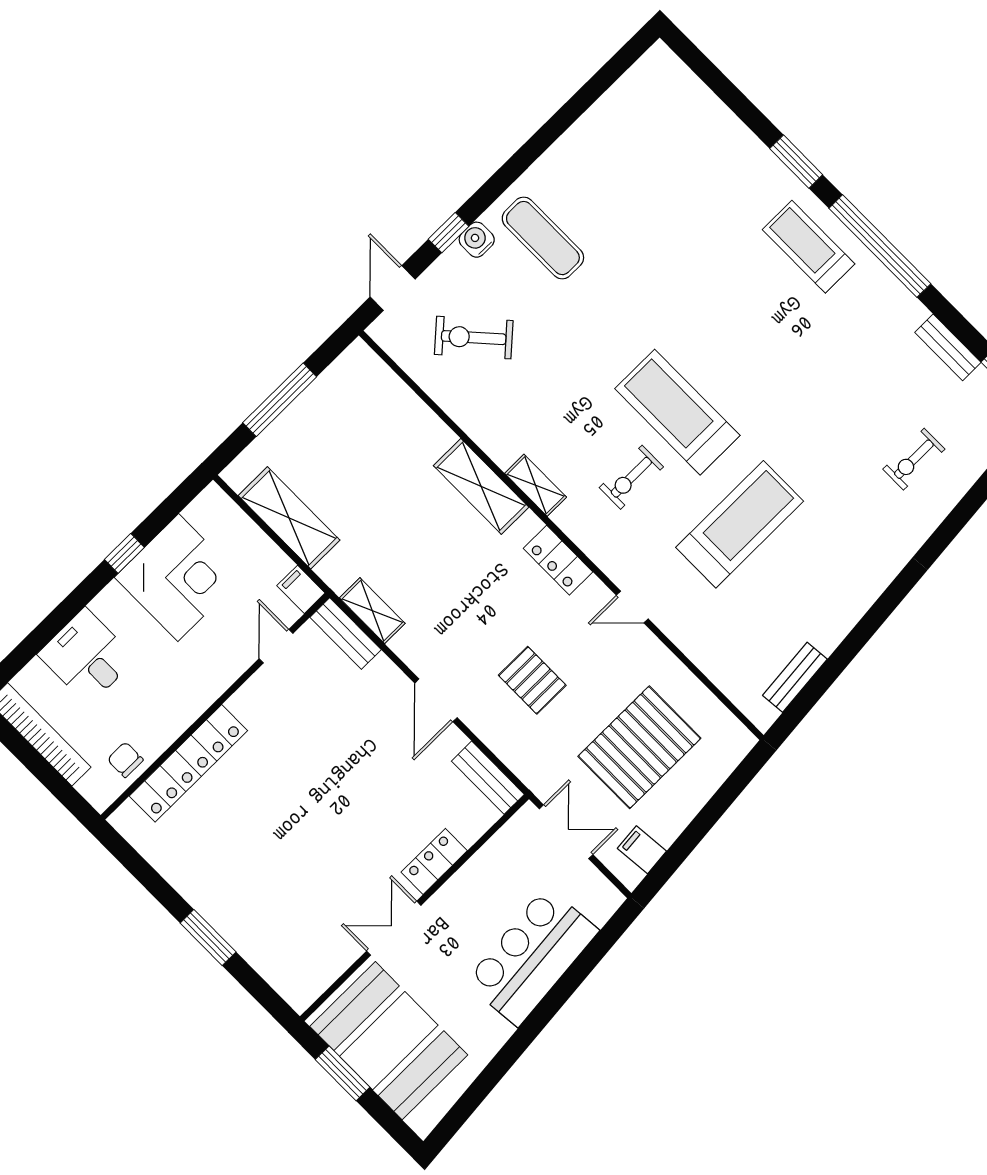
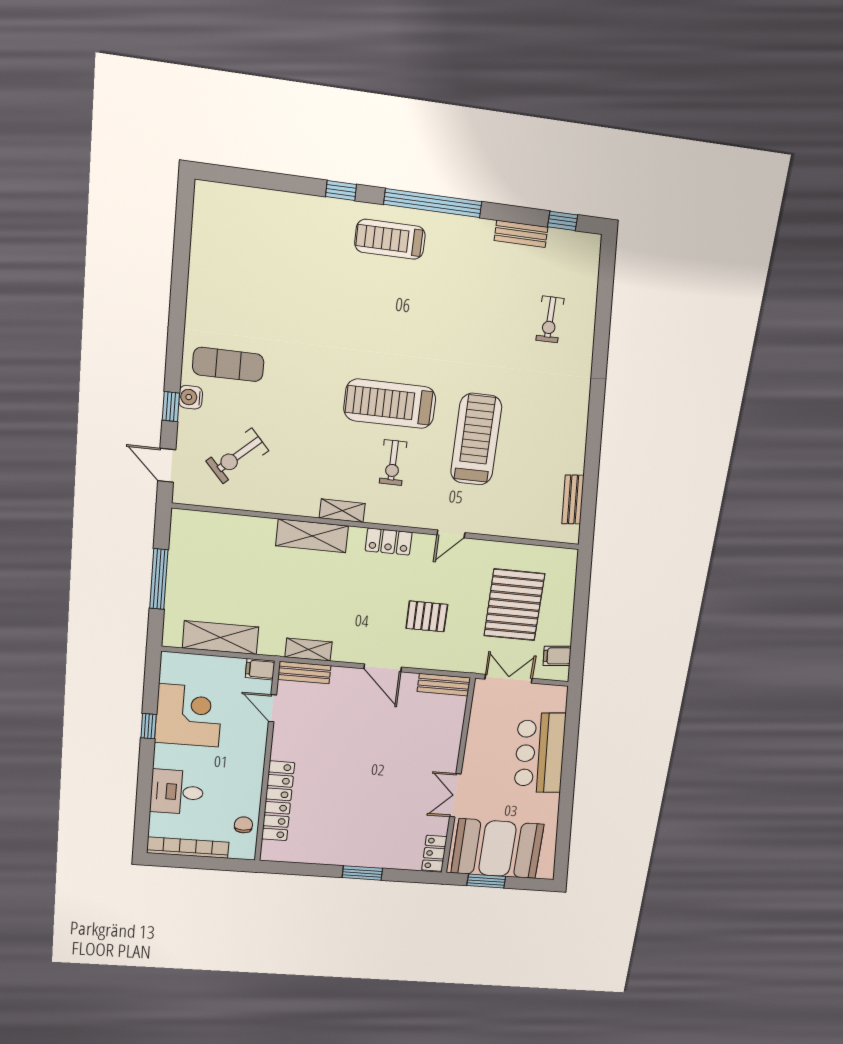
window: (796, 162) -> (341, 191), width x0.67
chair: (125, 760) -> (243, 825), turned 90
locker: (434, 861) -> (434, 853), moved

